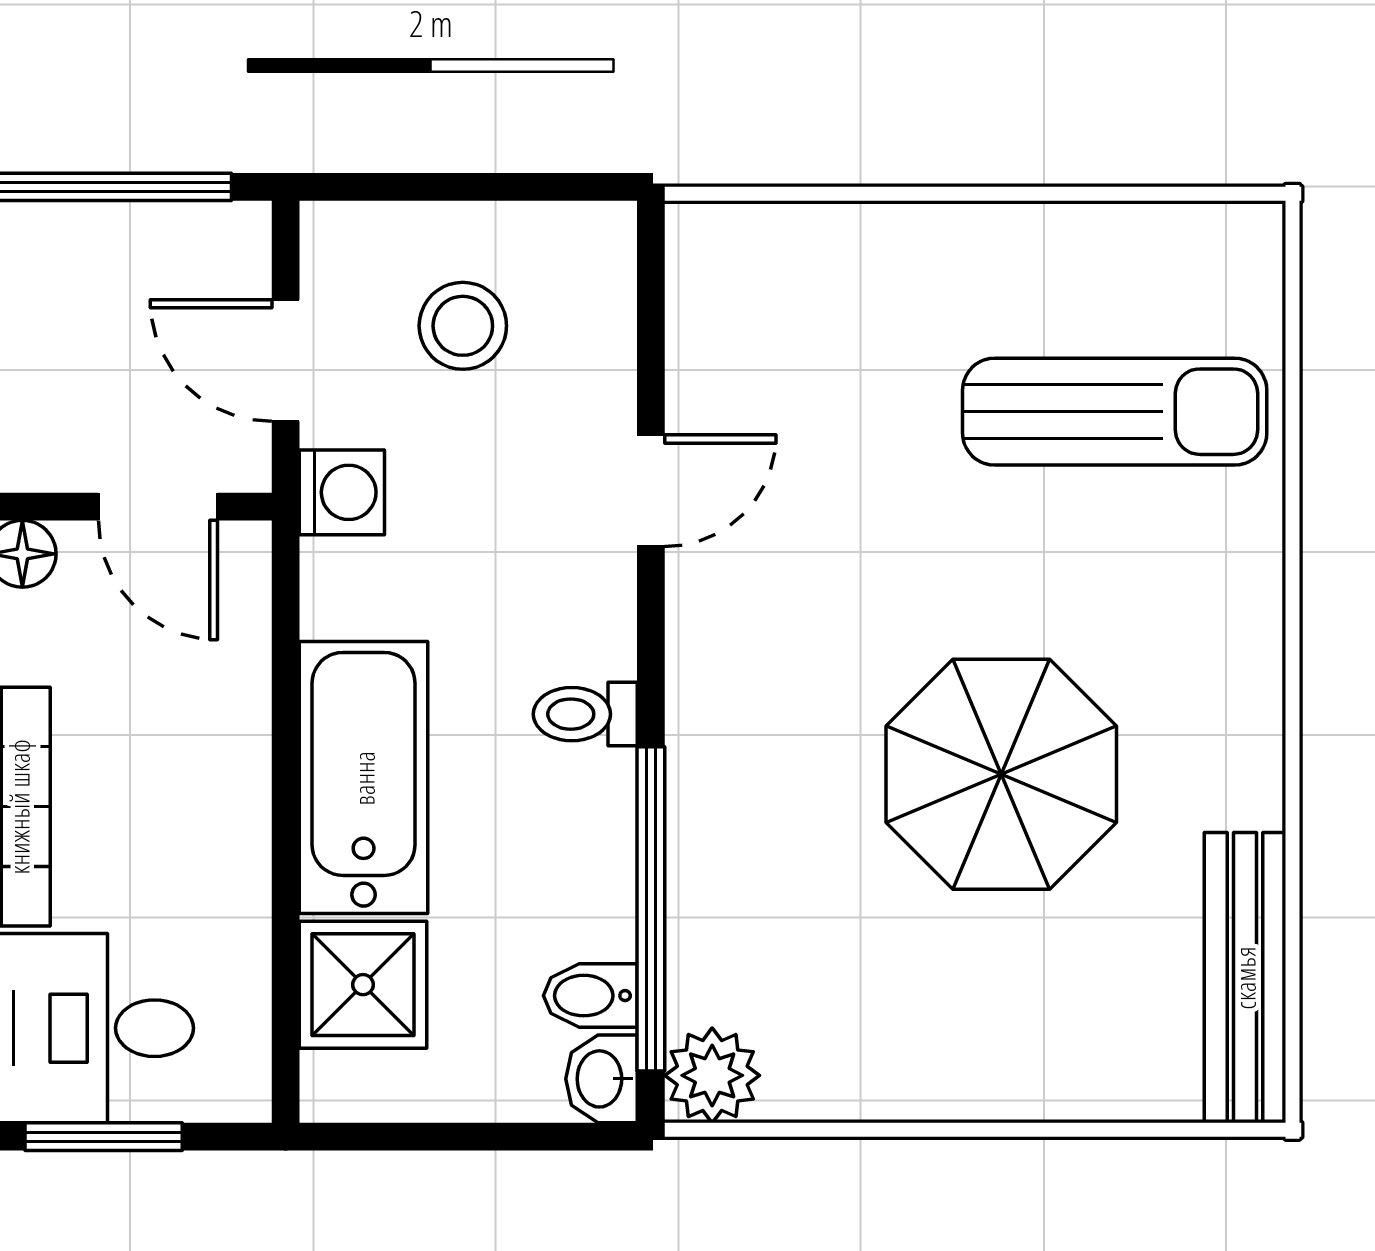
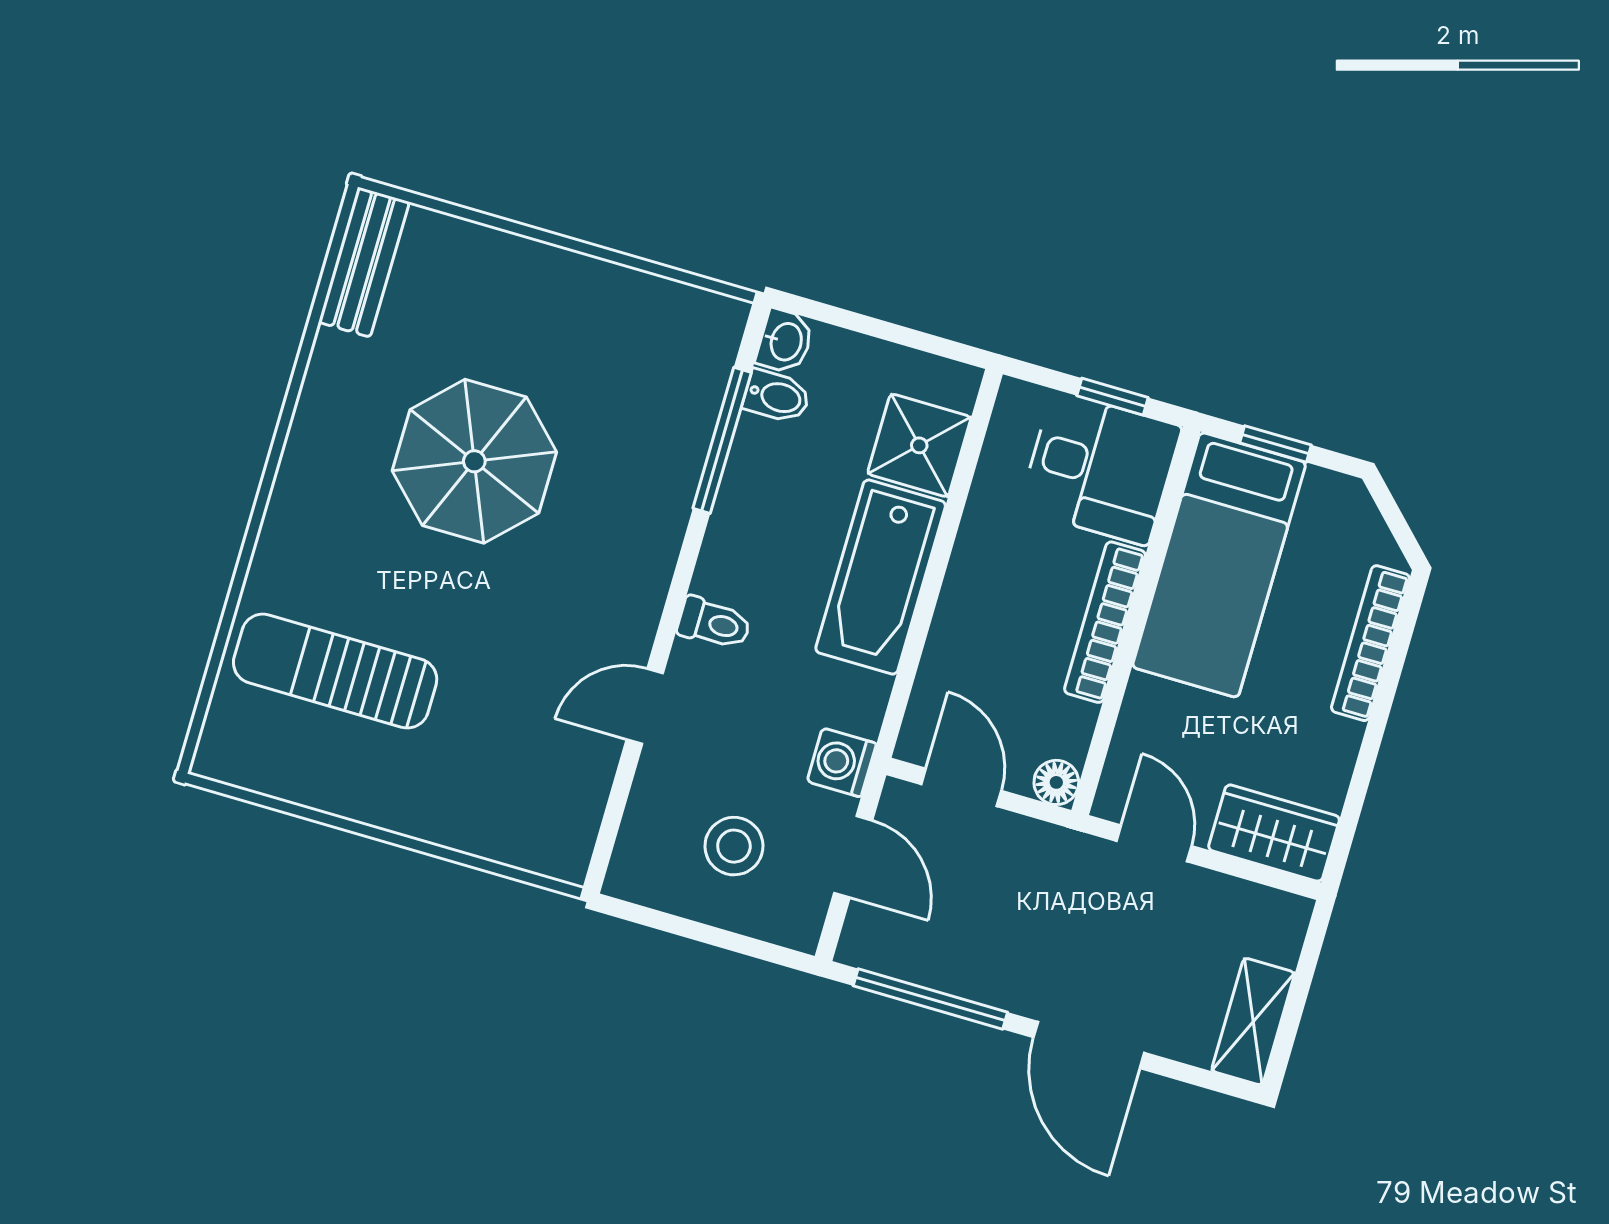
toilet: (585, 714) -> (714, 623), moved
window: (651, 909) -> (722, 440), width x0.68
bench: (1245, 978) -> (364, 262), width x0.73
plant: (712, 1075) -> (714, 323), removed
window: (104, 1137) -> (1112, 397), width x0.67

